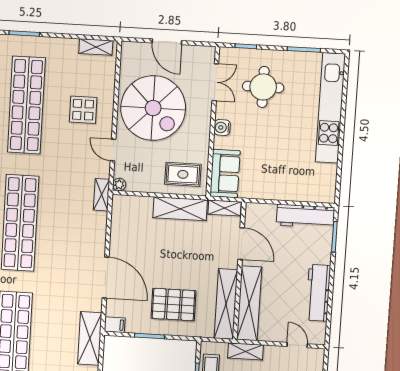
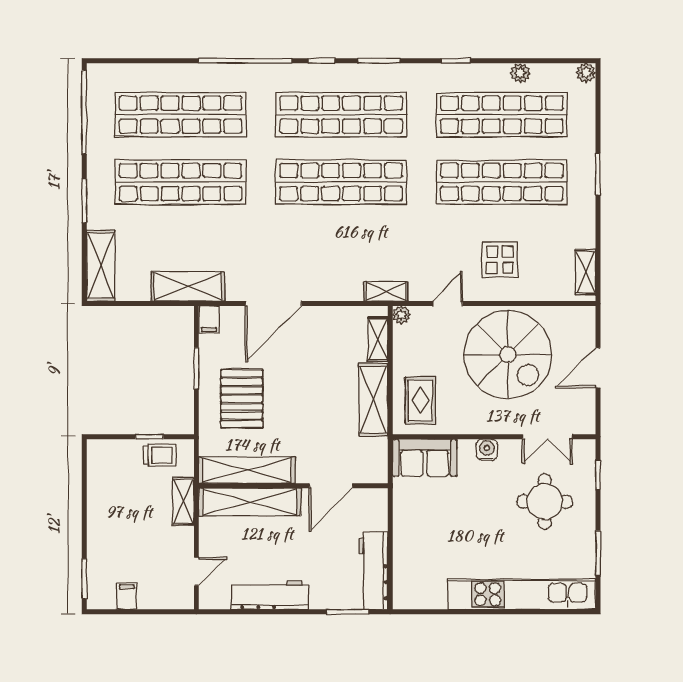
spiral stairs: (153, 108) -> (508, 355), turned -90
shelving: (224, 208) -> (378, 339), moved

